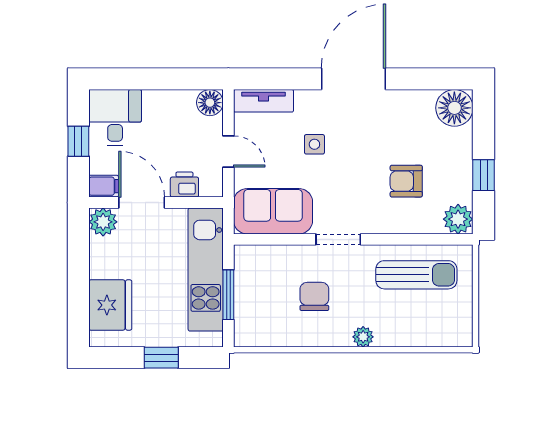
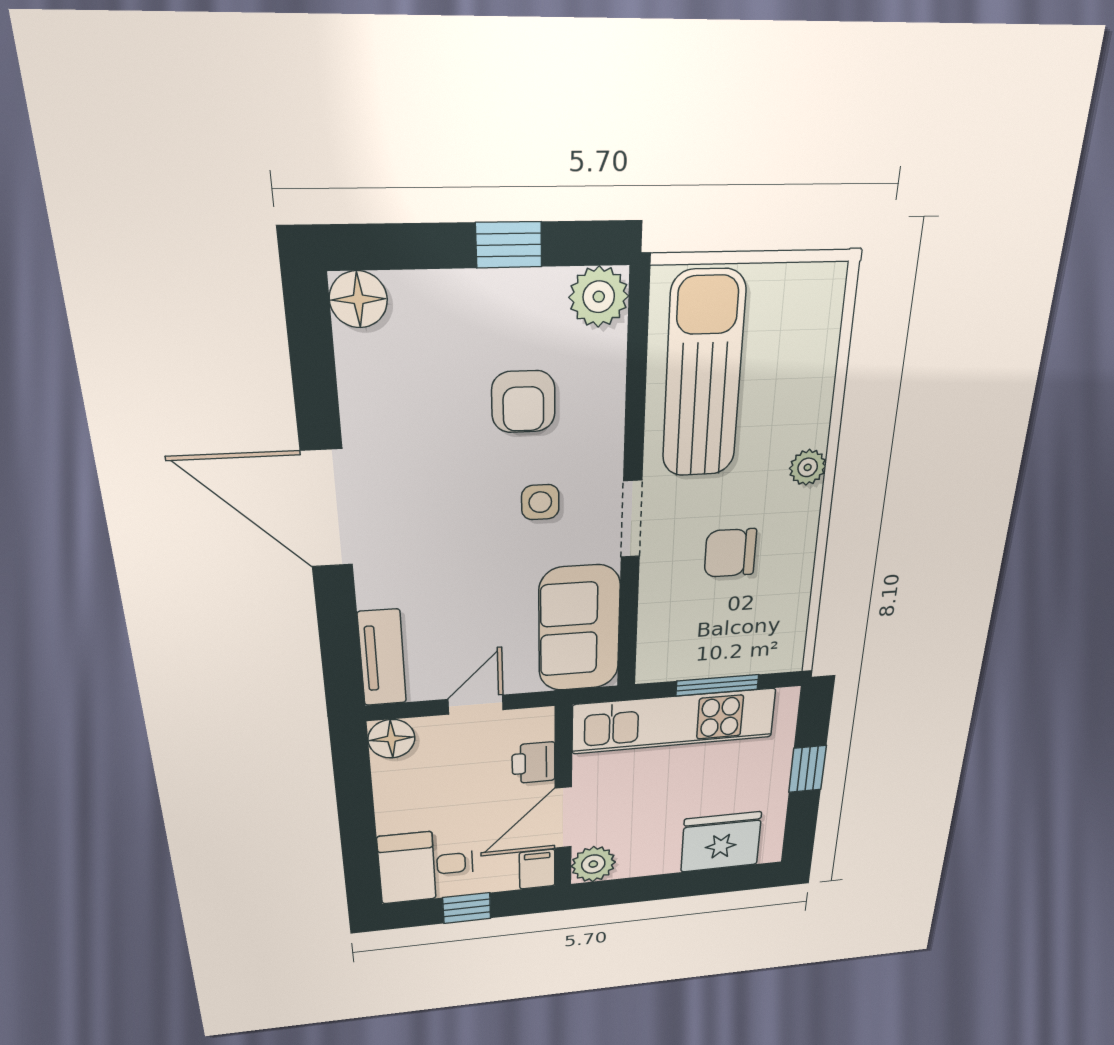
floor lamp: (454, 108) -> (358, 299), width x0.73, depth x0.73
side table: (314, 144) -> (540, 502), moved
sun lounger: (416, 275) -> (703, 376), width x1.36, depth x1.34

